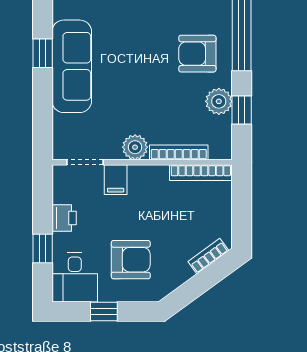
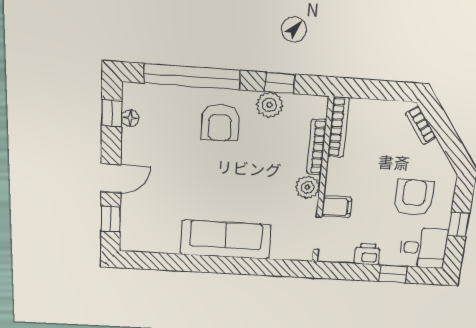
window: (43, 53) -> (212, 264), removed

